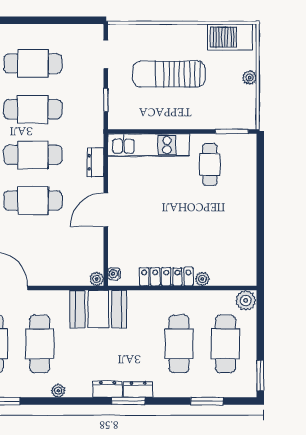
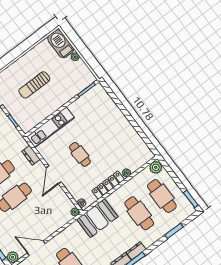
barbecue: (230, 37) -> (61, 44), moved, turned 90
sun lounger: (169, 74) -> (34, 85), width x0.73, depth x0.75
cafe table: (210, 165) -> (80, 154), moved
booth: (98, 309) -> (97, 218), moved

